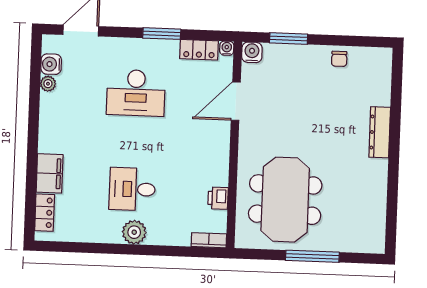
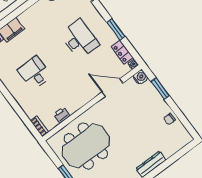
desk: (136, 93) -> (80, 39), turned 180
plant: (134, 232) -> (16, 90), removed

